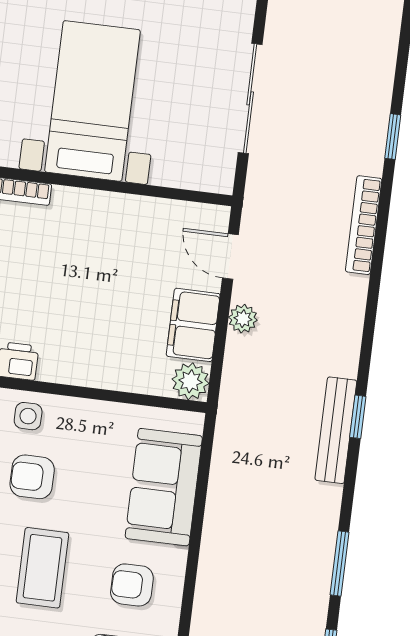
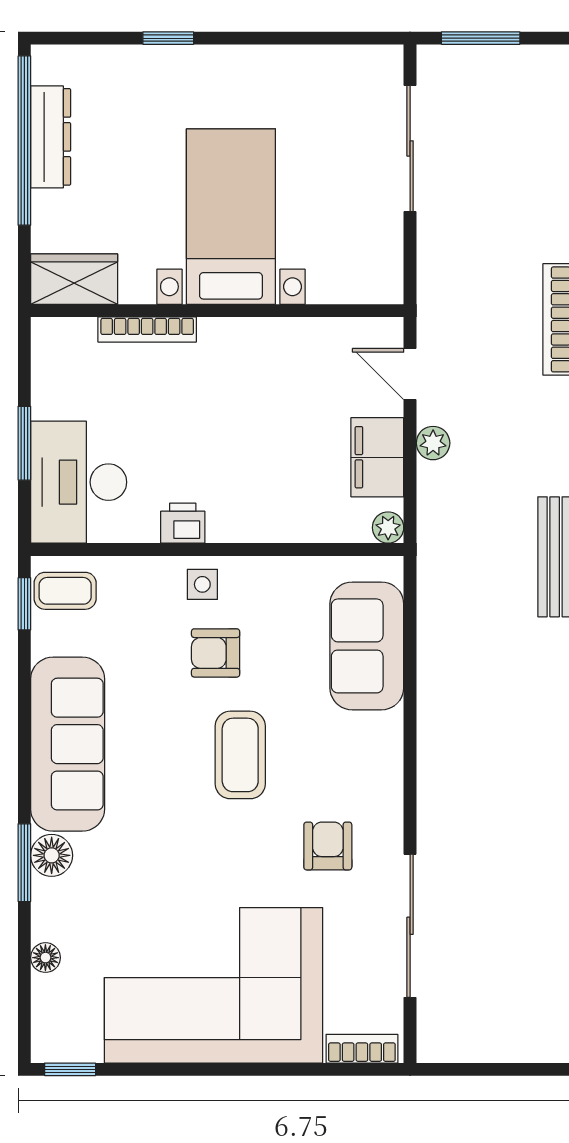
sliding door: (250, 98) -> (410, 148), moved
plant: (190, 381) -> (388, 528), width x0.73, depth x0.73
armchair: (132, 585) -> (344, 762), removed

